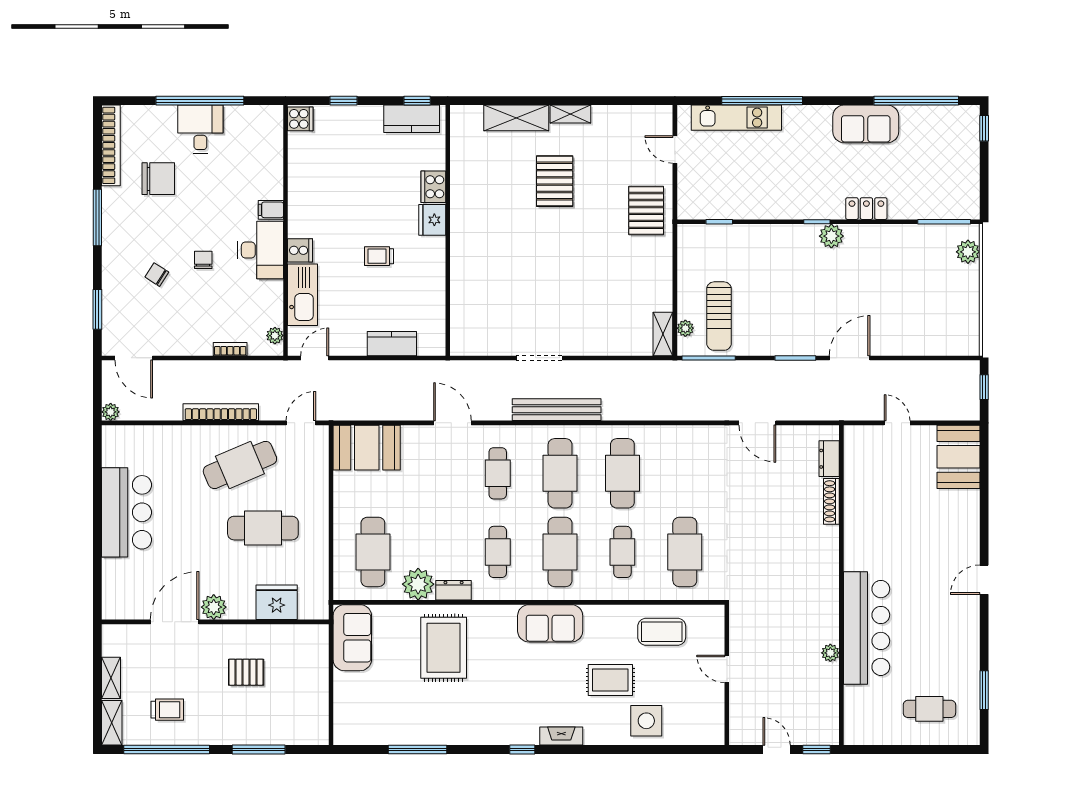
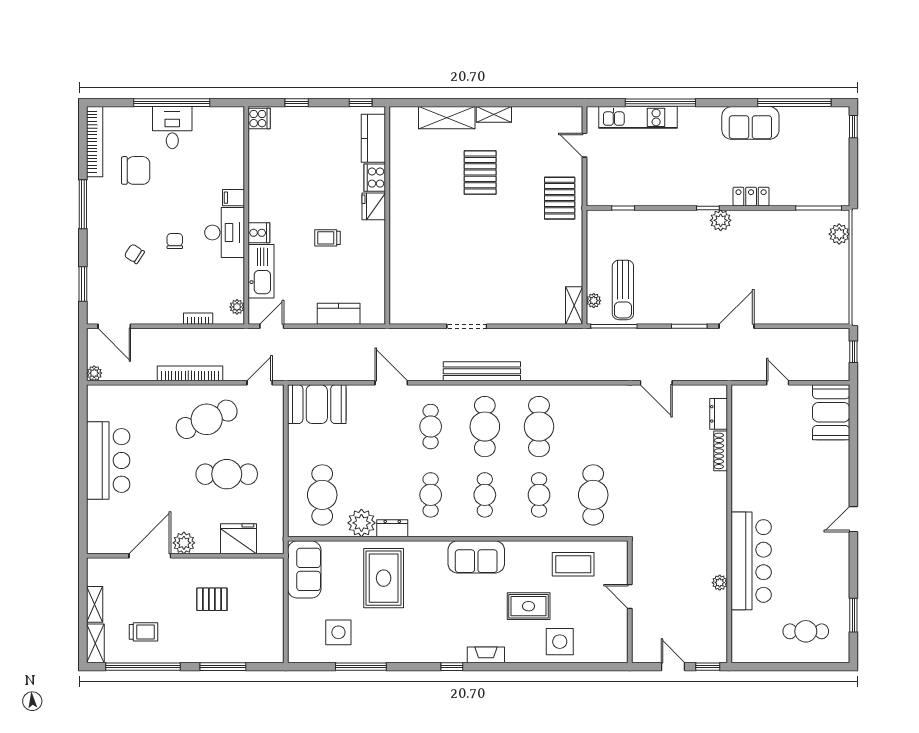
kitchen counter: (412, 119) -> (373, 138), moved, turned 90
cafe table: (560, 552) -> (485, 495), width x0.73, depth x0.74
side table: (392, 710) -> (338, 632), added

